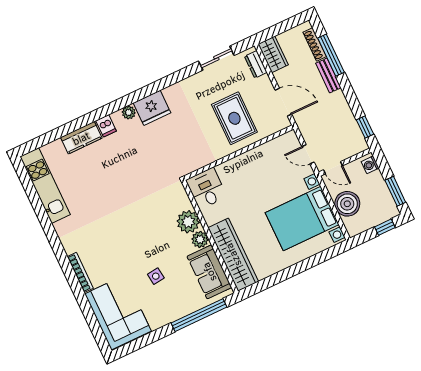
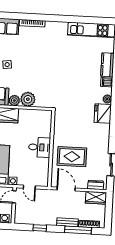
door: (283, 102) -> (66, 189), swing flipped
window: (365, 127) -> (40, 228), moved
door: (308, 154) -> (29, 187), swing flipped
desk: (206, 188) -> (39, 147), moved

